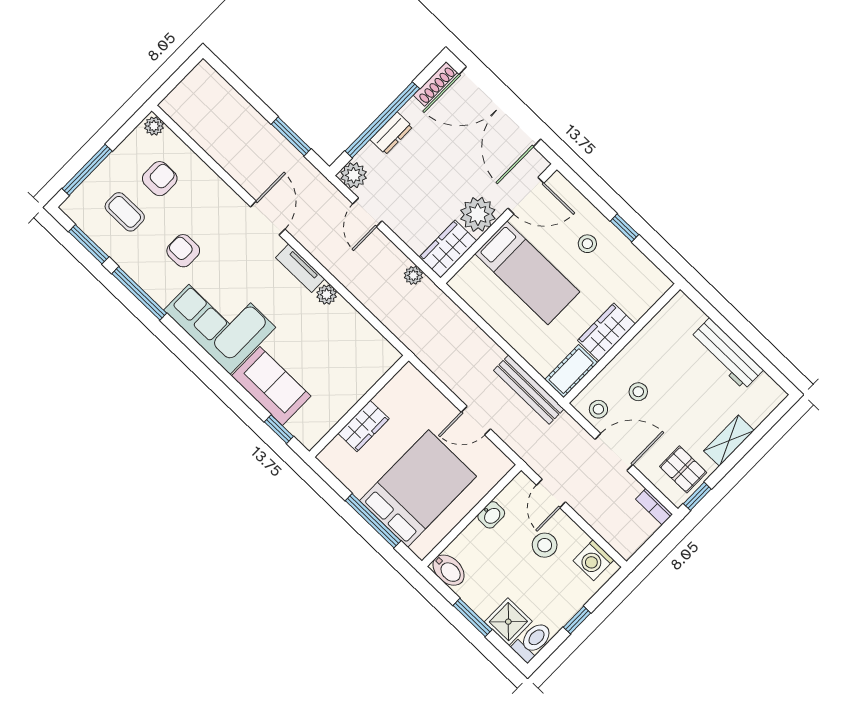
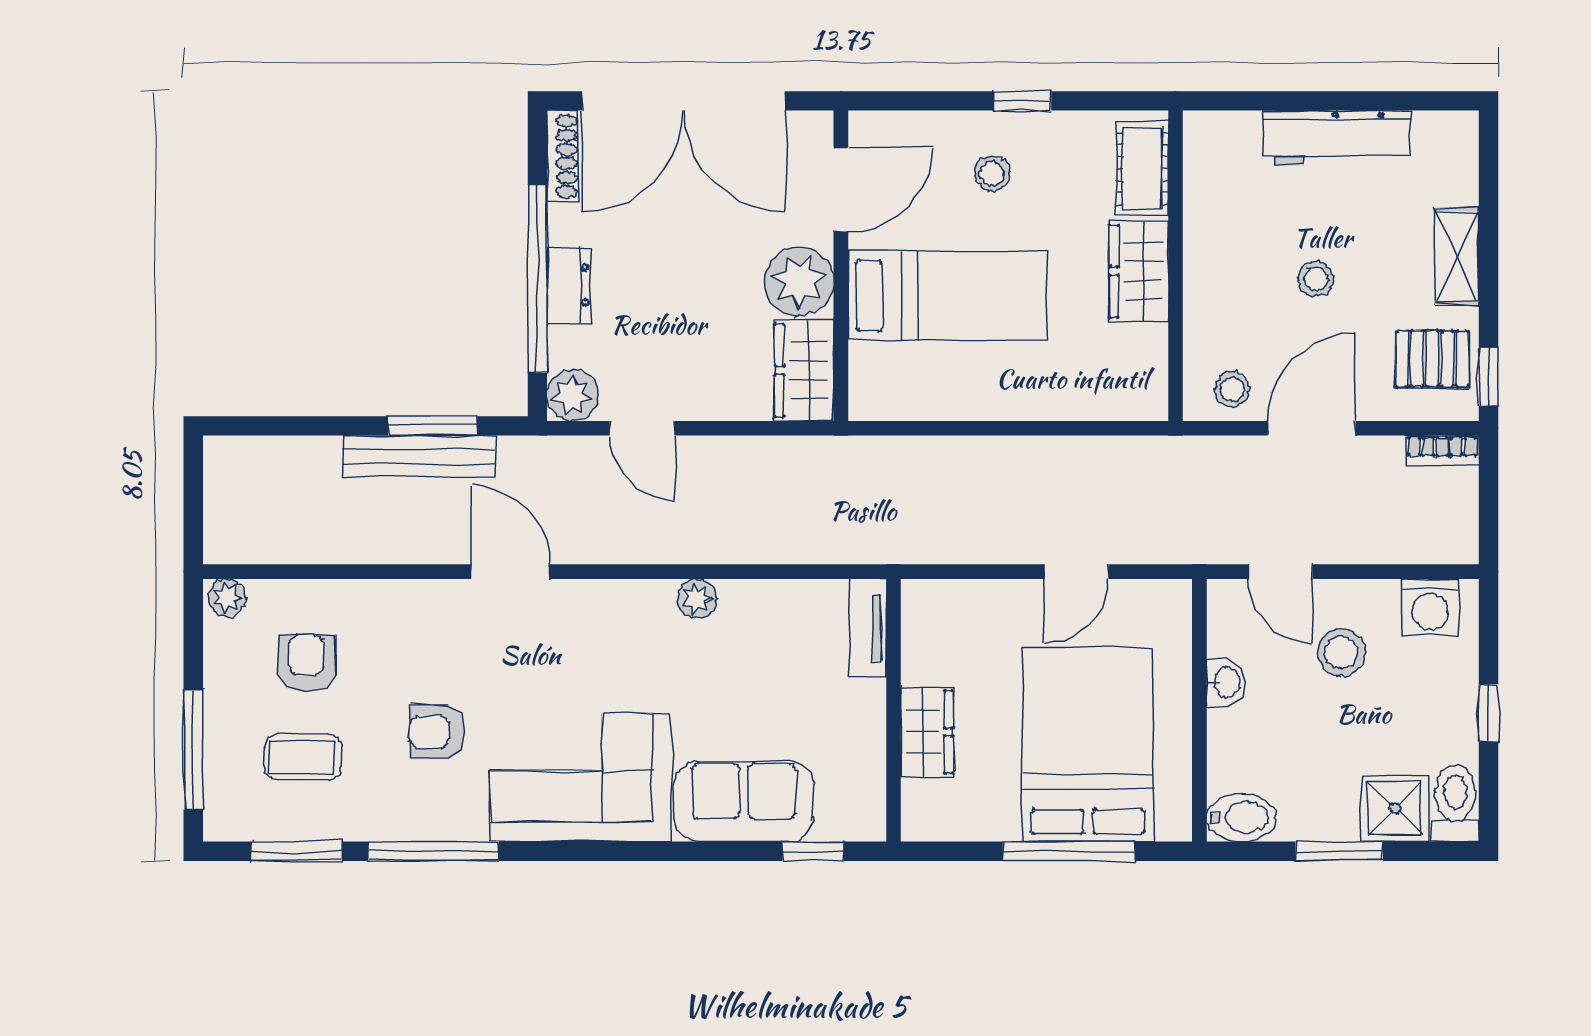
tv unit: (300, 268) -> (868, 628), moved, turned 90
plant: (413, 275) -> (792, 454), removed
cot: (571, 371) -> (1142, 169), moved
bench: (529, 390) -> (419, 457), moved
stool: (638, 392) -> (1316, 279), moved

